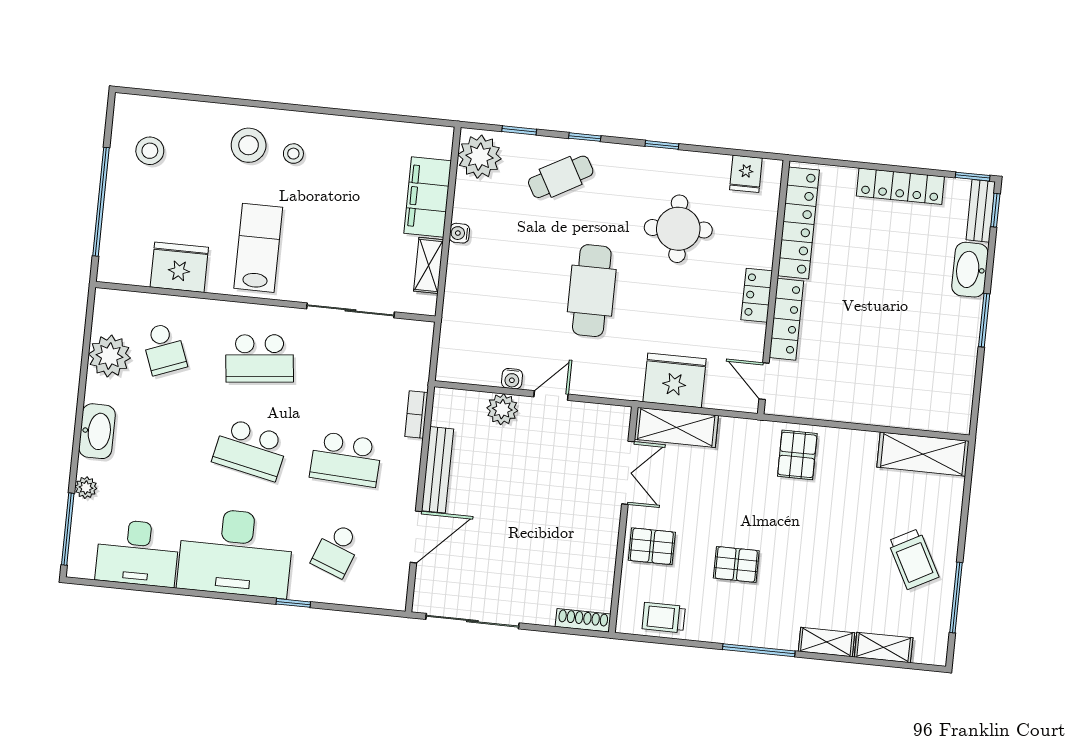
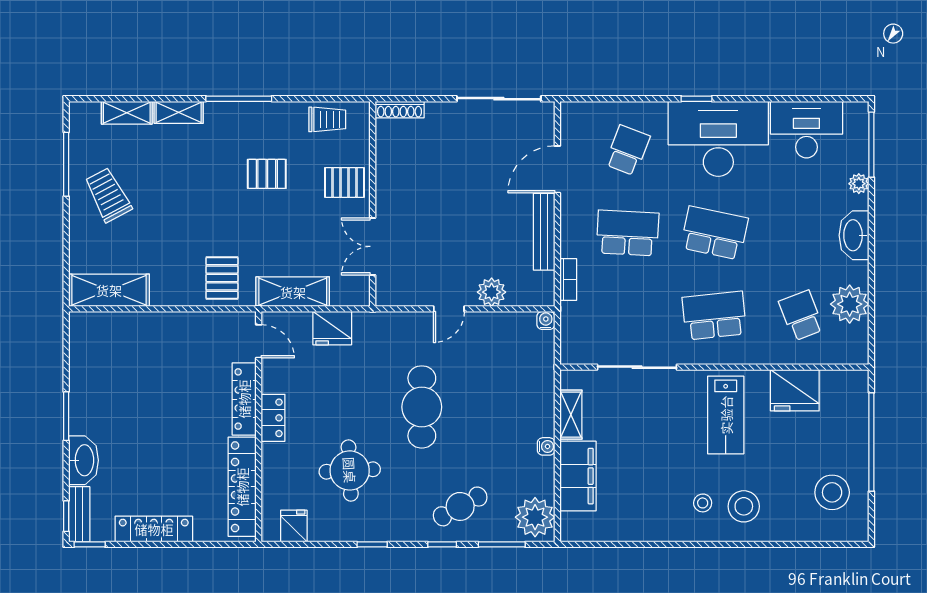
window: (519, 130) -> (502, 544), width x1.50
stool: (150, 151) -> (832, 492), width x1.38, depth x1.38
water cooler: (512, 379) -> (546, 320), moved
fridge: (675, 380) -> (332, 328), width x0.73, depth x0.75
shelving: (676, 427) -> (293, 292), moved
window: (293, 603) -> (696, 99), moved

